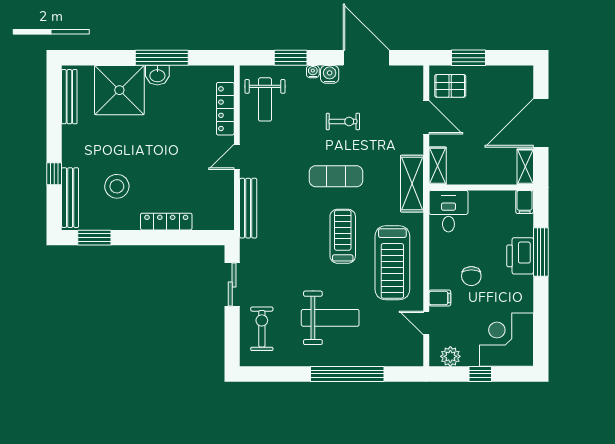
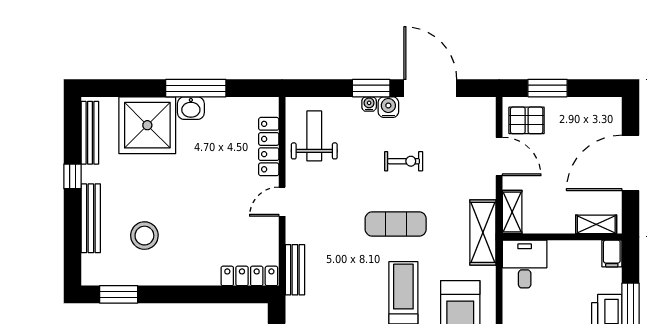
window: (291, 58) -> (371, 88), moved
weight bench: (265, 99) -> (314, 136), turned 180
shelving: (525, 167) -> (596, 224), moved, turned 90
window: (54, 174) -> (73, 176), moved
bench: (70, 198) -> (91, 218), moved
bench: (248, 208) -> (295, 270), width x0.73
locker: (166, 222) -> (249, 276), moved

